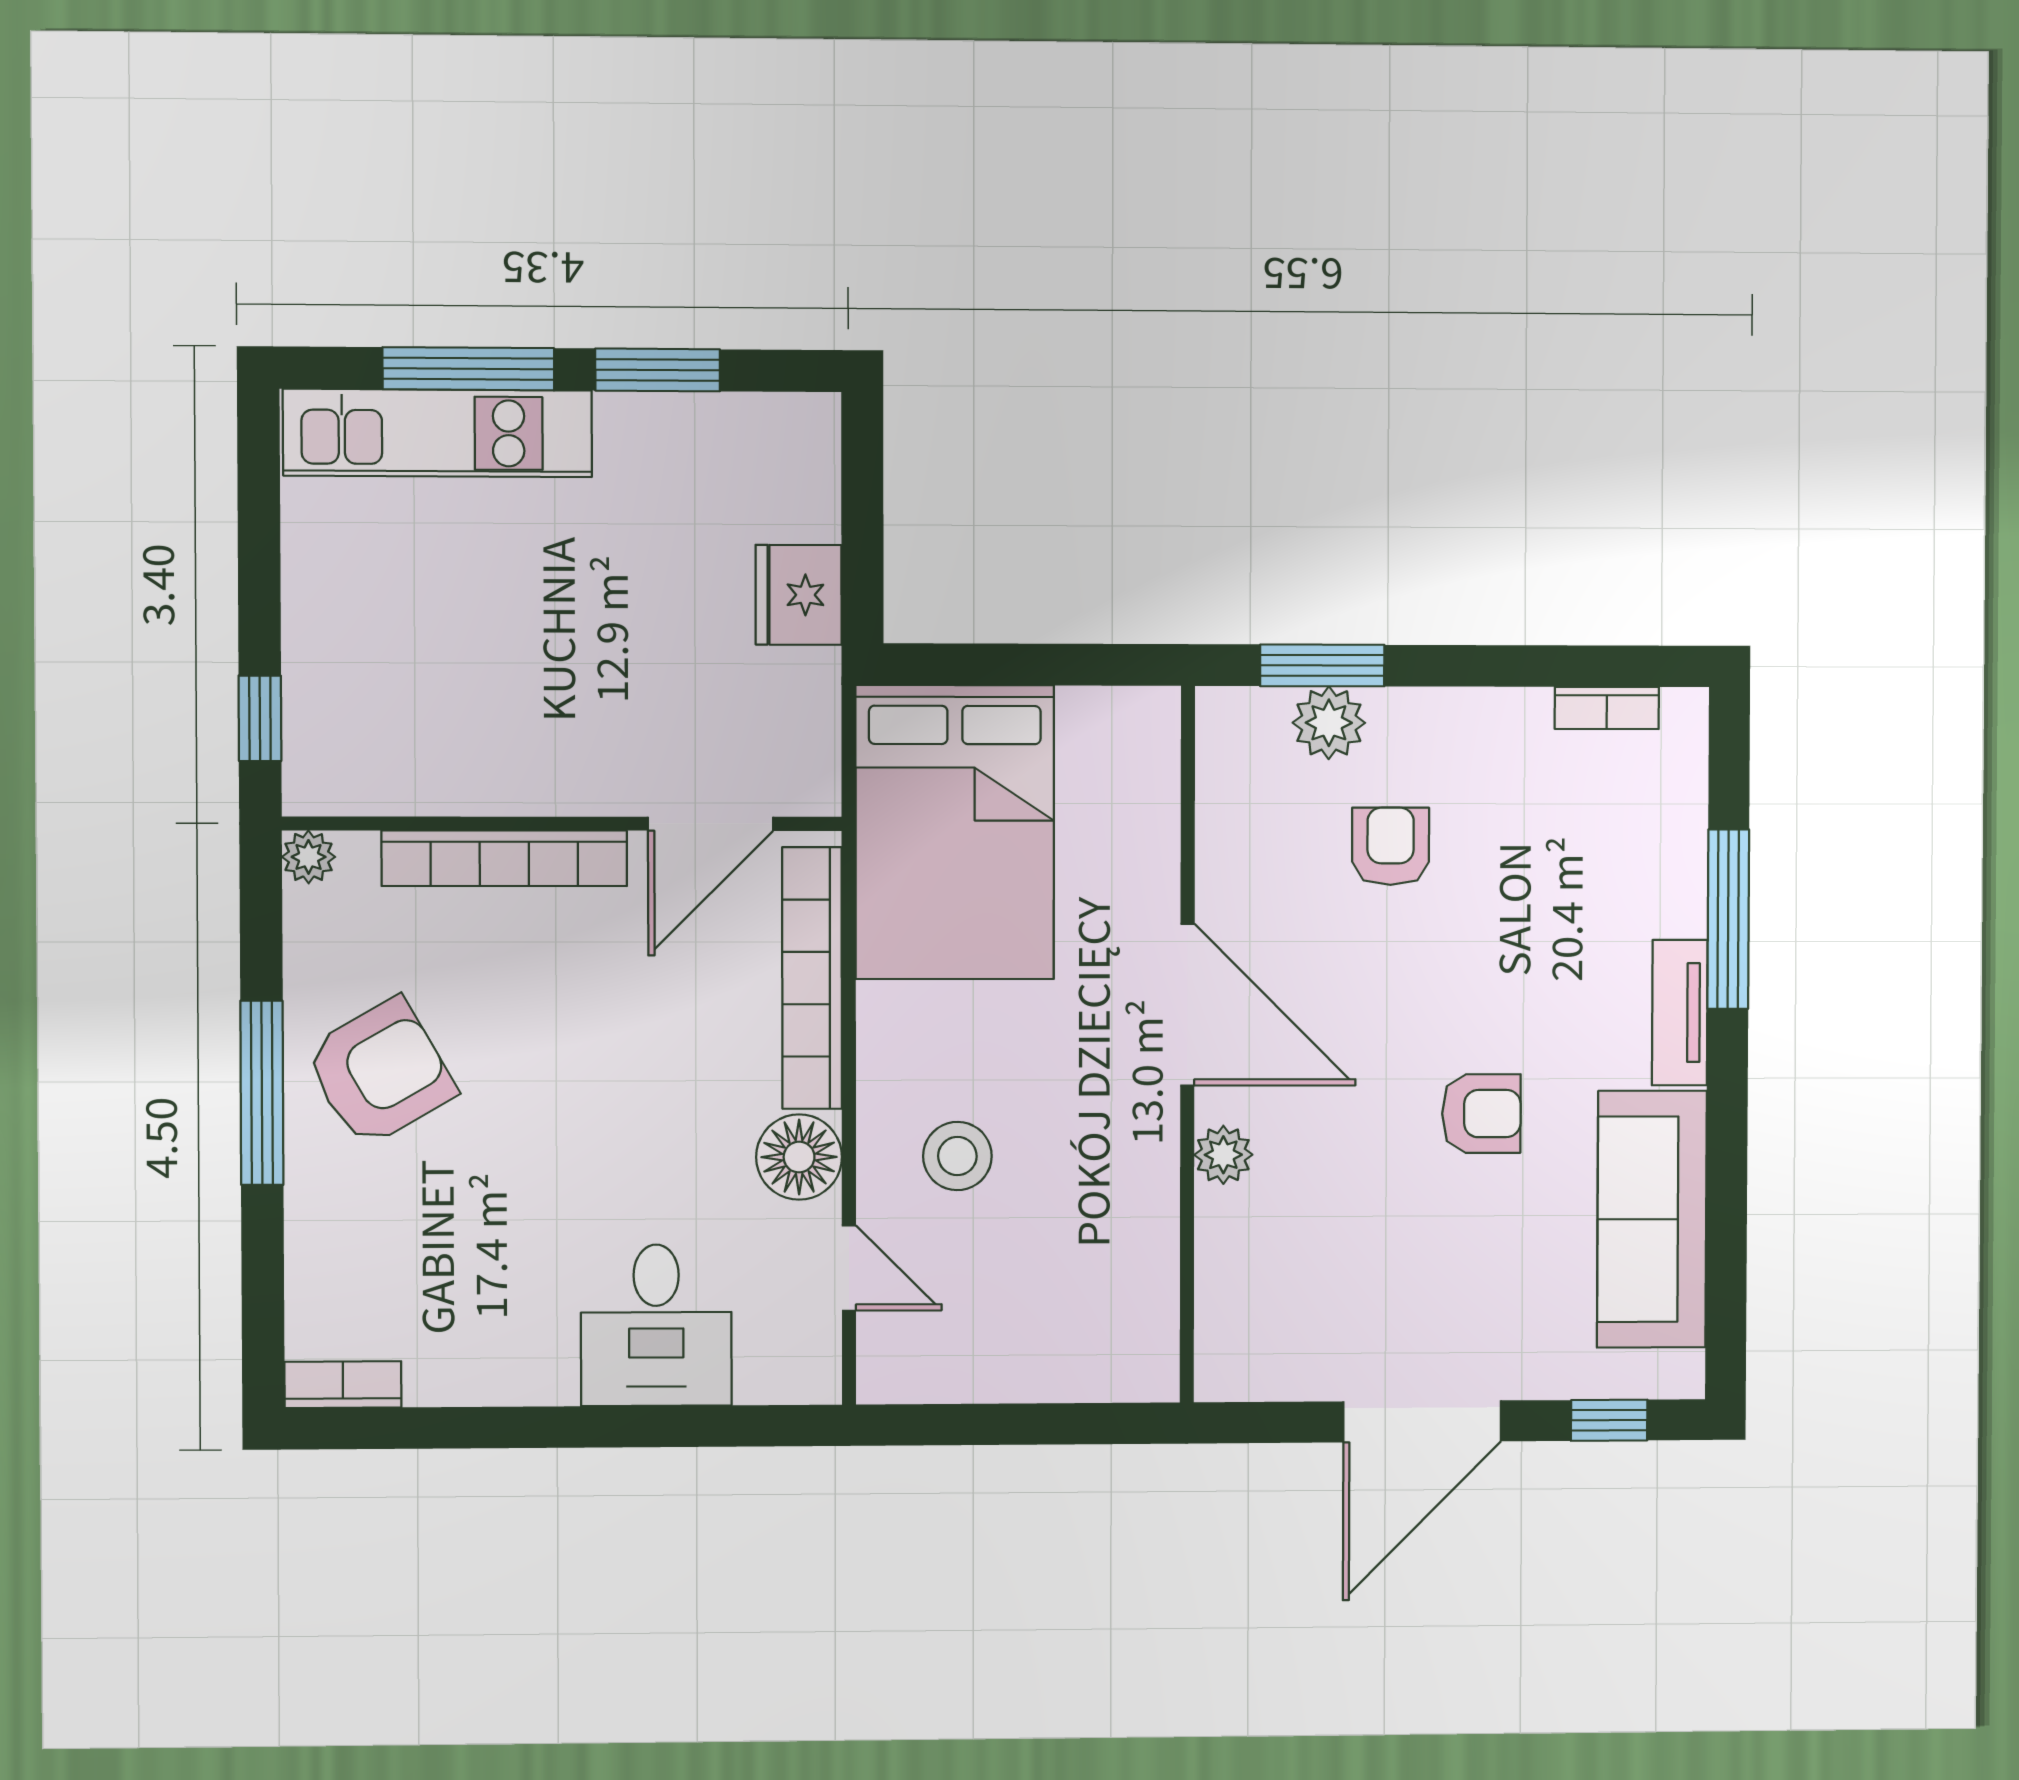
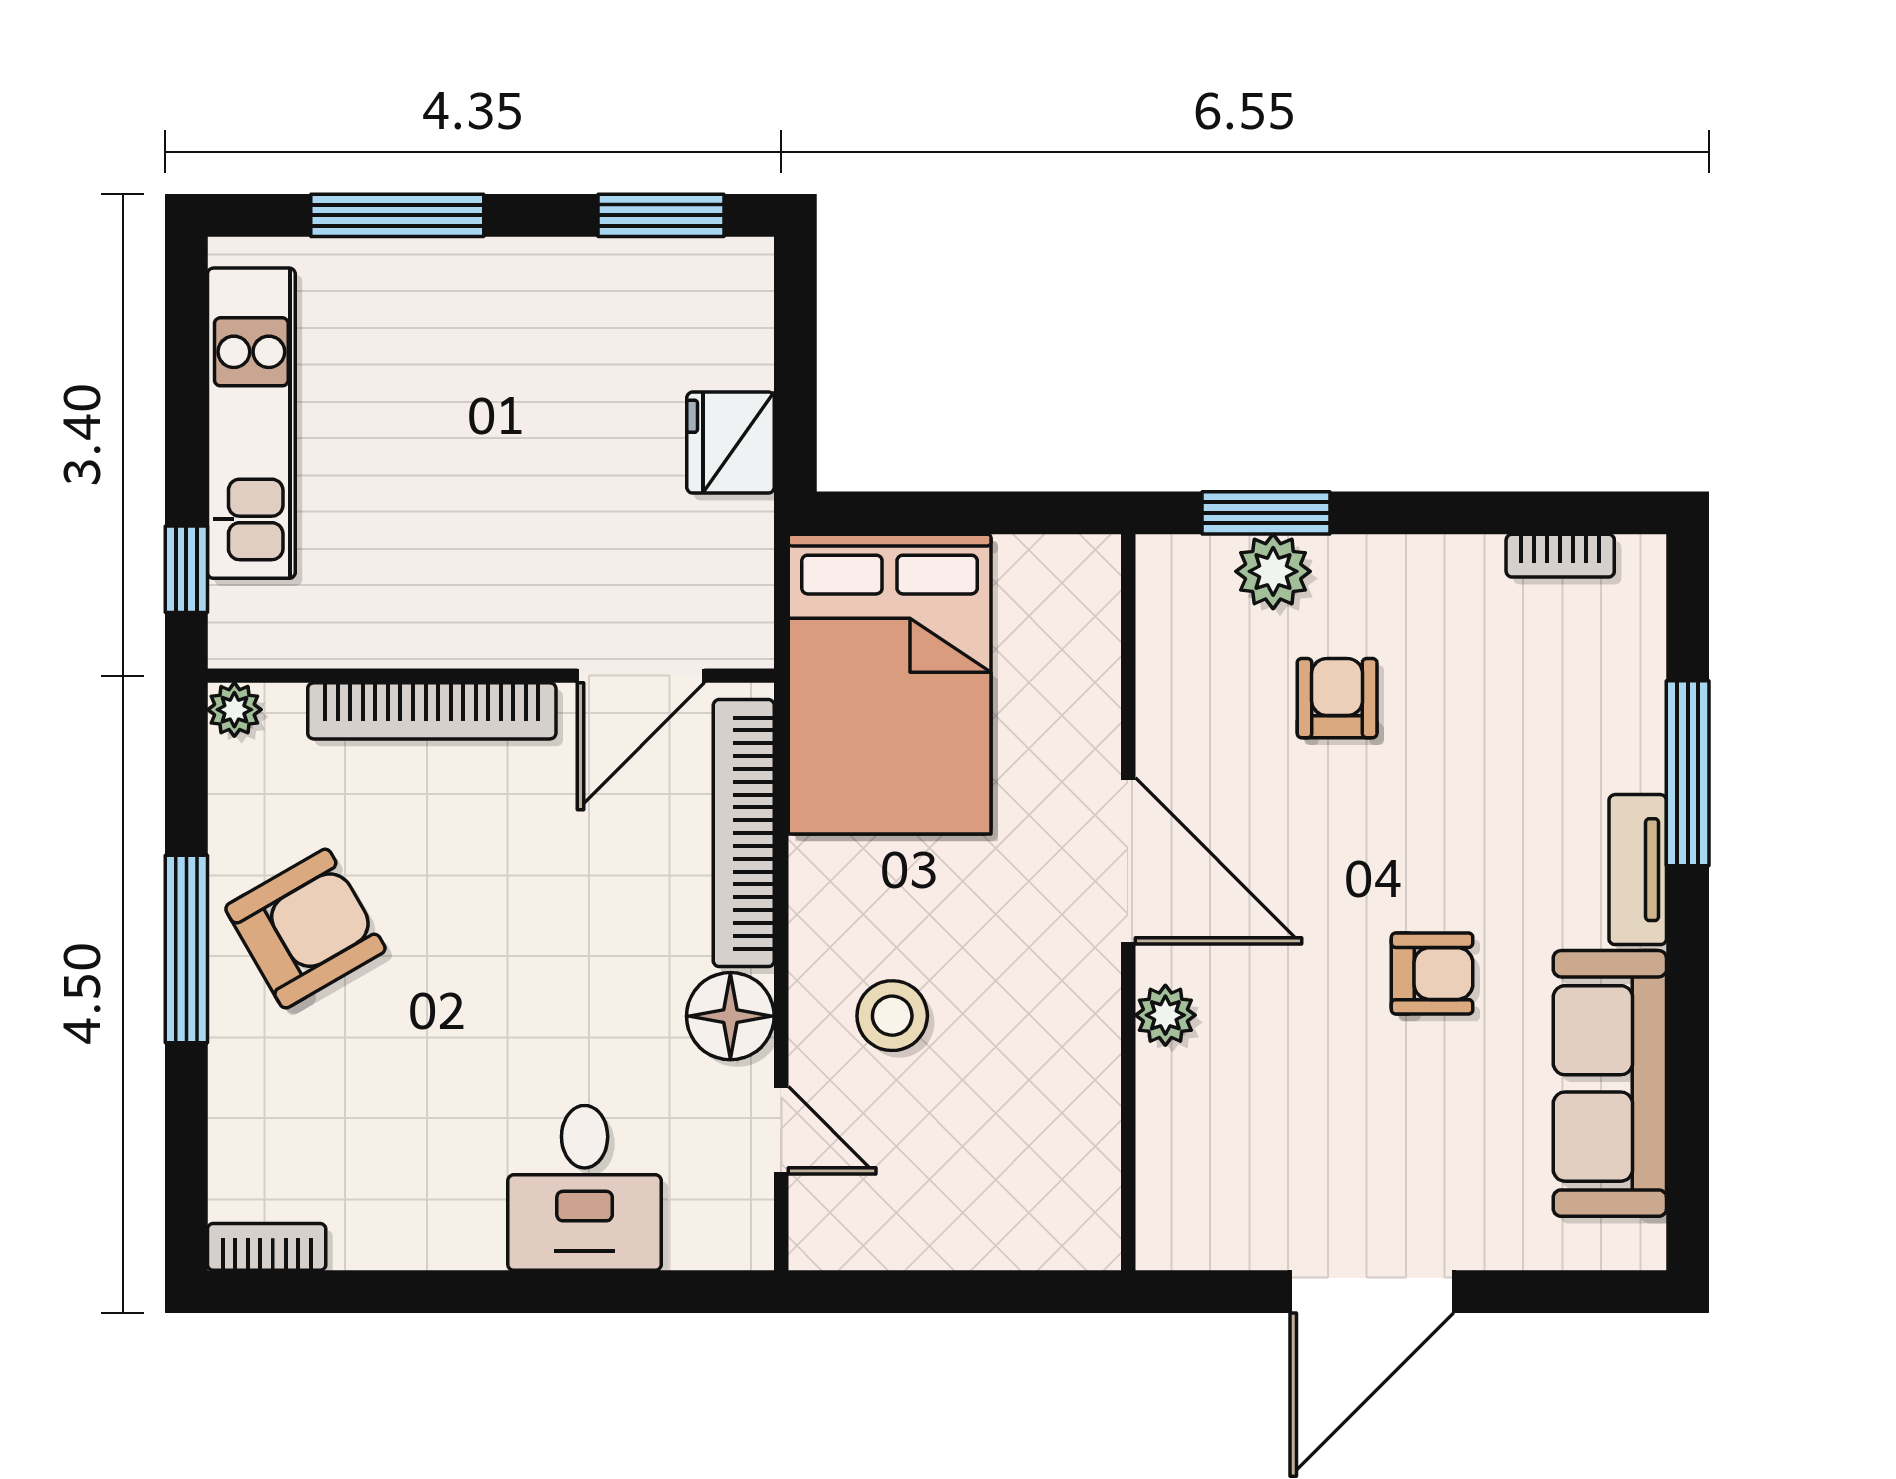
window: (658, 370) -> (661, 215), moved
kitchen unit: (438, 433) -> (251, 423), moved, turned -90
window: (1609, 1420) -> (1566, 1292), removed

